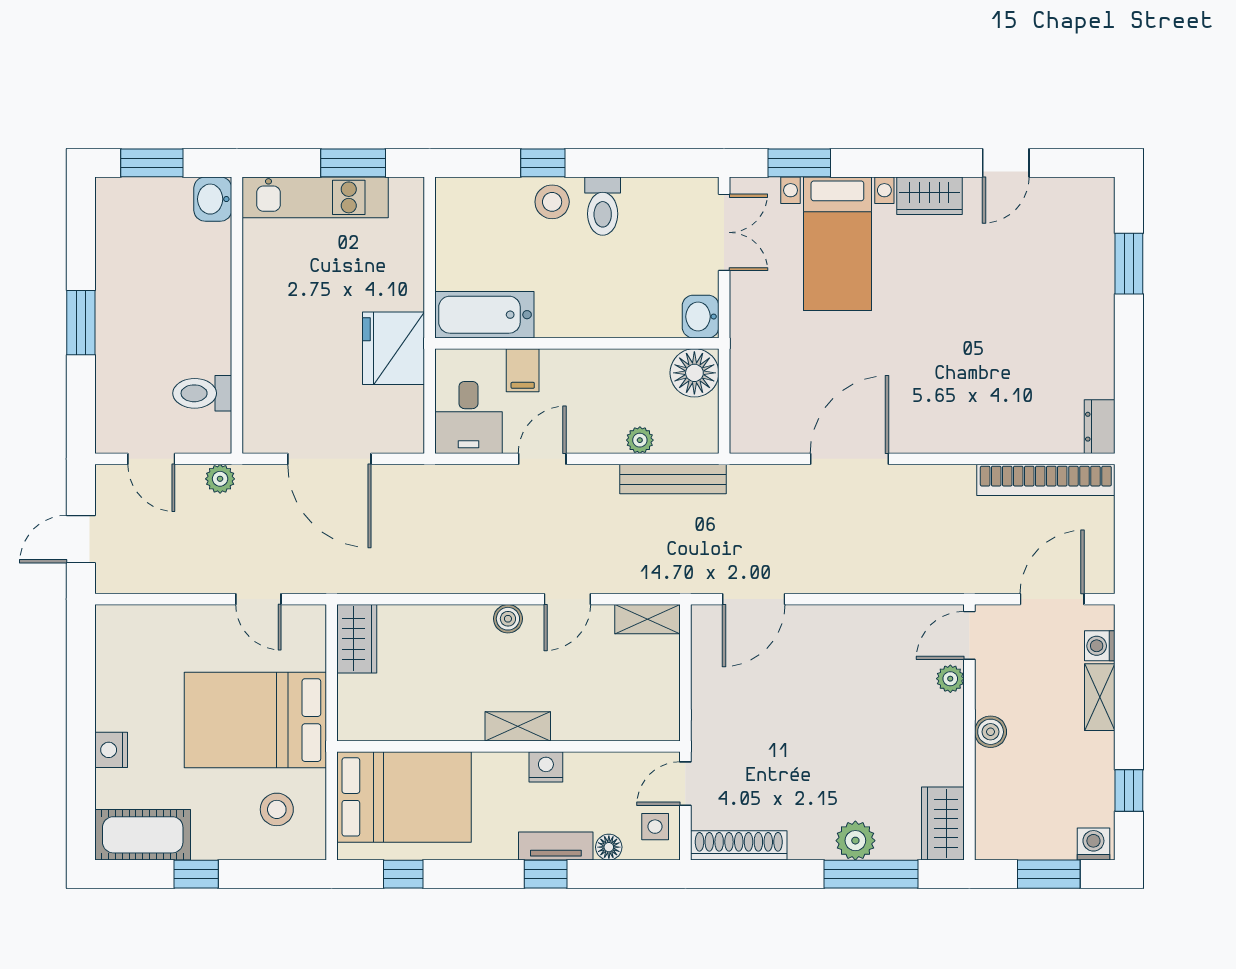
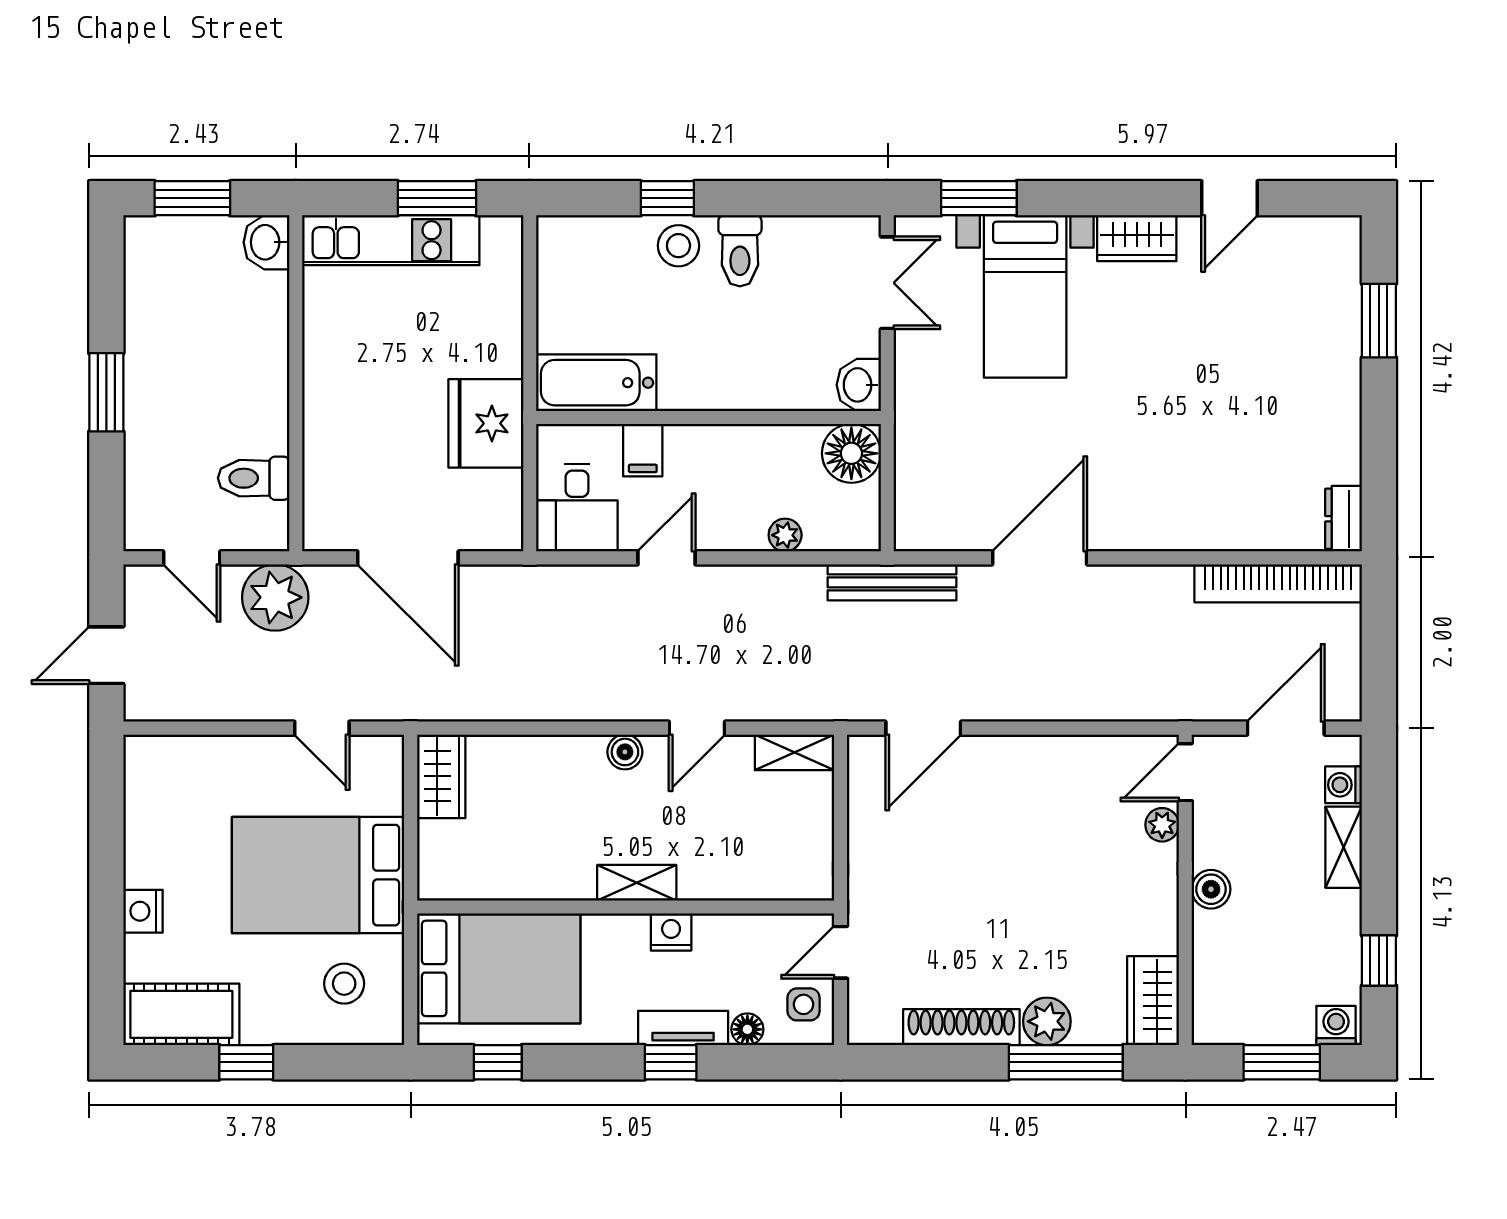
plant: (220, 479) -> (275, 597), width x1.88, depth x1.88
bench: (673, 479) -> (892, 582), moved
shoe rack: (739, 845) -> (961, 1027), moved

